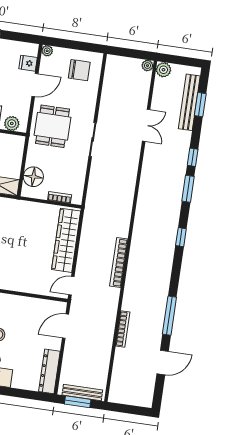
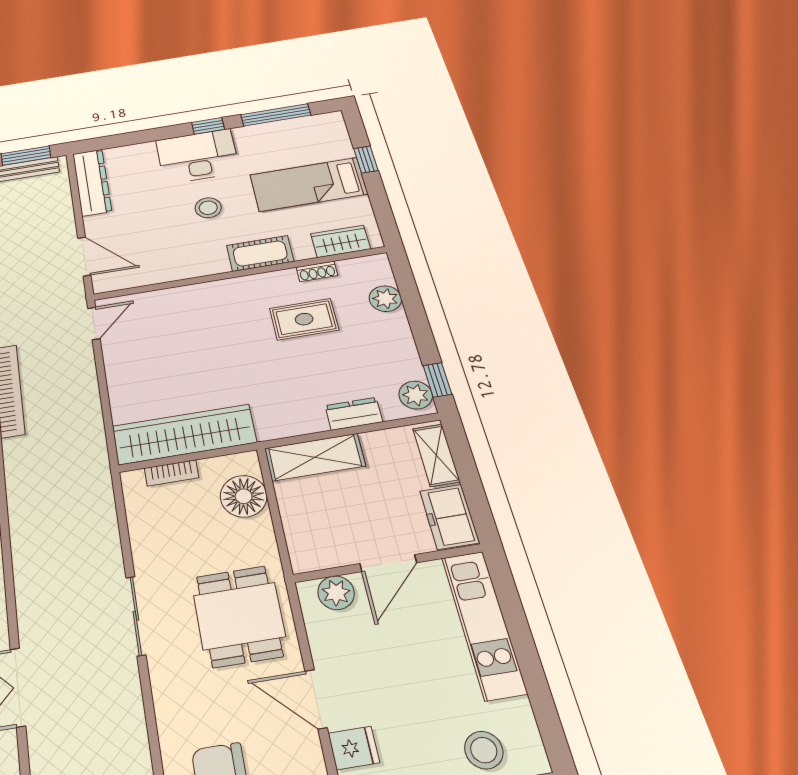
door: (35, 85) -> (316, 699), hinge flipped
wardrobe: (66, 240) -> (184, 434), moved, turned -90
door: (65, 326) -> (84, 256), hinge flipped

